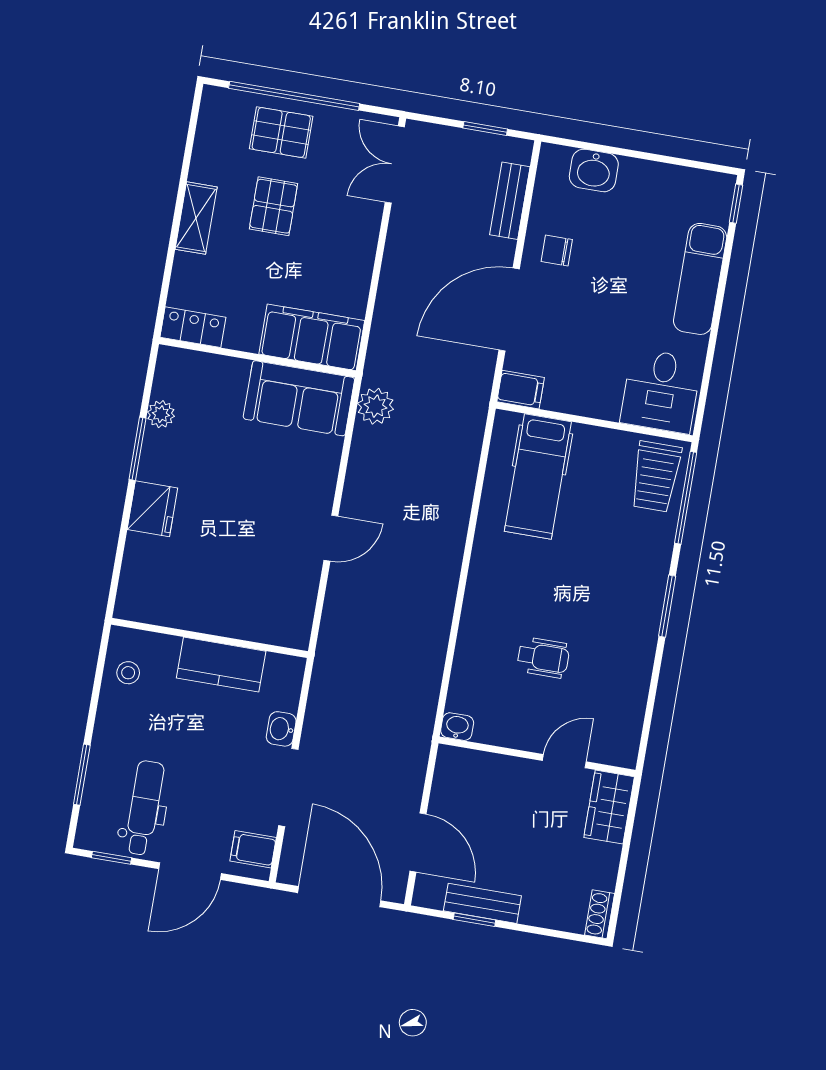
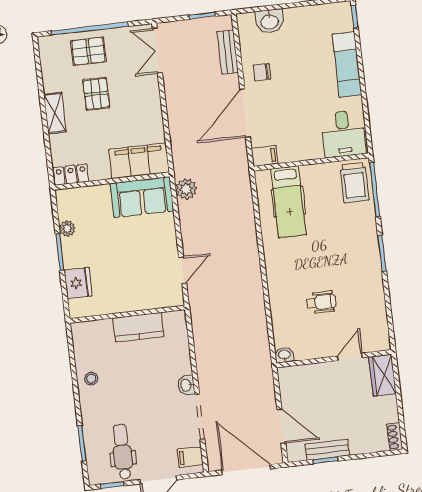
wall: (209, 638) -> (127, 314), moved
kitchen counter: (221, 665) -> (138, 327), moved

